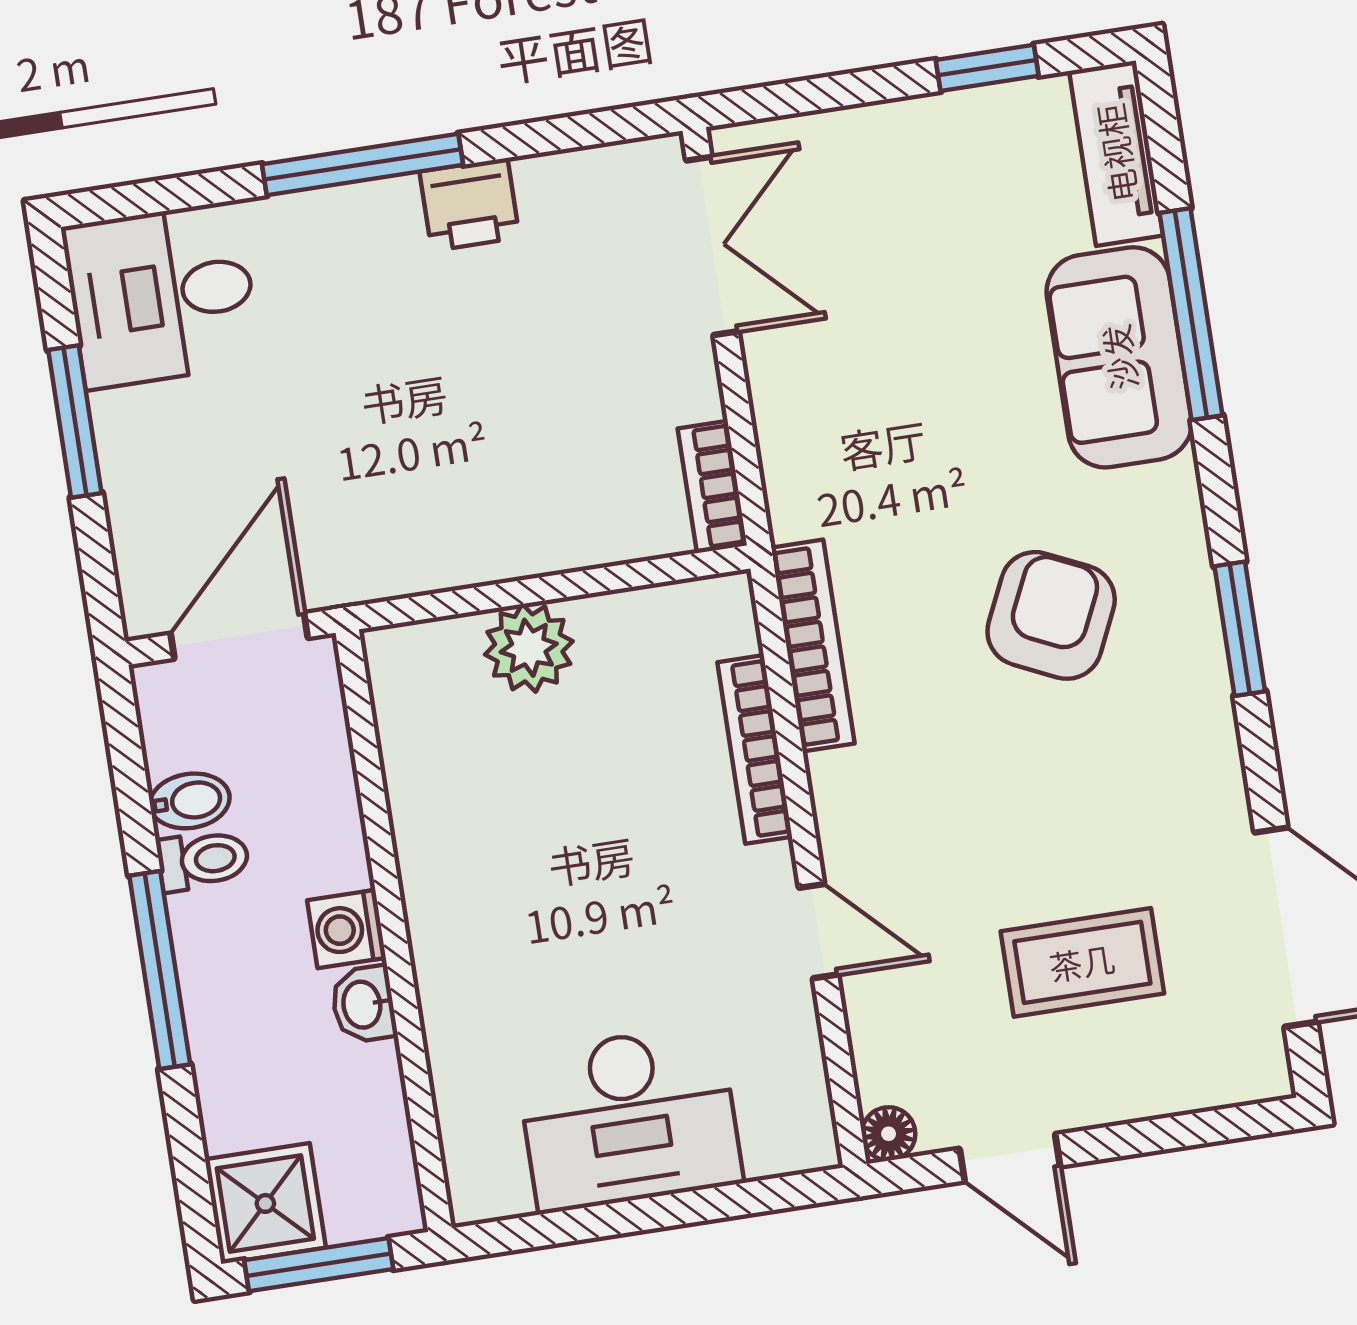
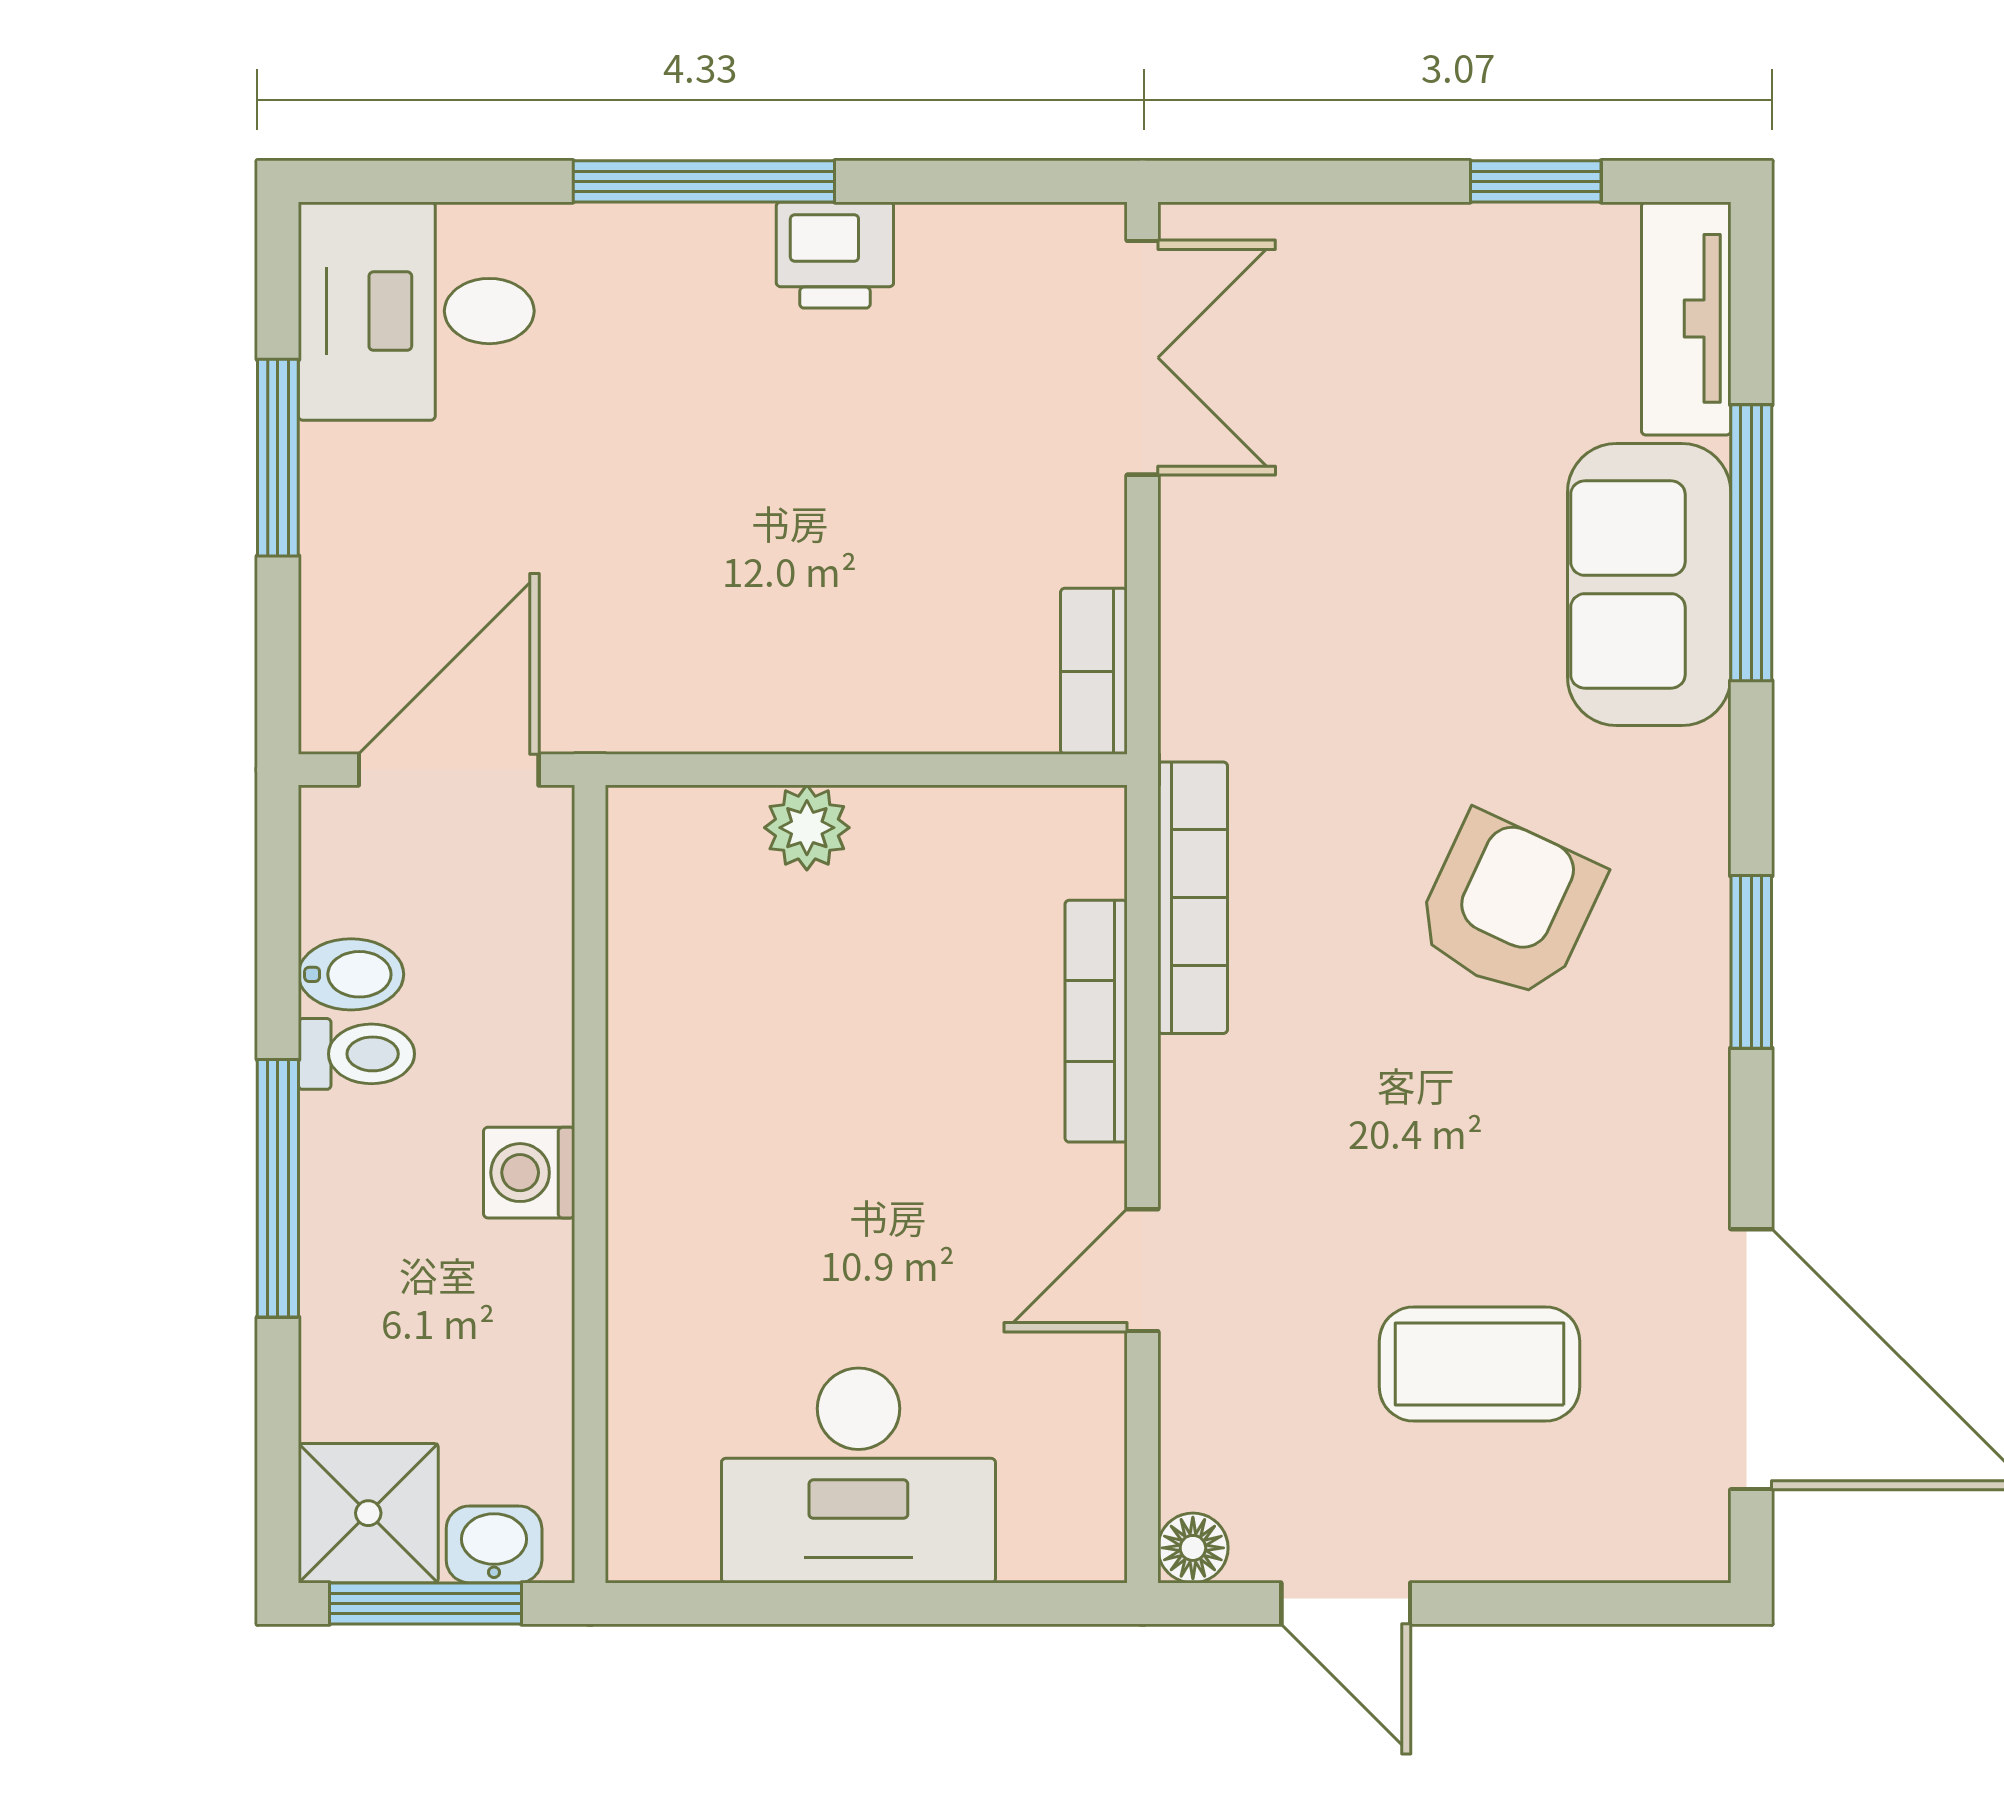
plant: (529, 648) -> (807, 828), width x0.73, depth x0.73
door: (818, 931) -> (1142, 1270), swing flipped
washbasin: (364, 1004) -> (494, 1544), moved, turned 90

